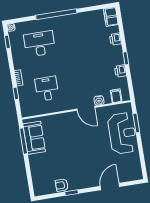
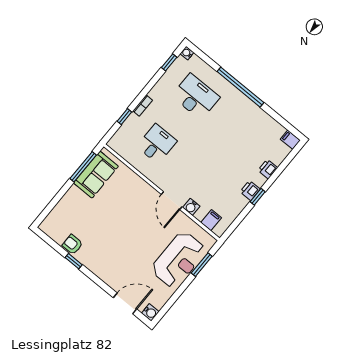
filing cabinet: (111, 17) -> (290, 140), width x0.50
printer: (120, 71) -> (250, 190), moved
water cooler: (138, 175) -> (150, 312), added
door: (110, 186) -> (125, 303), moved

